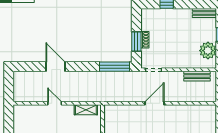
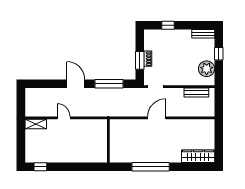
door: (55, 67) -> (76, 84), moved
window: (114, 67) -> (109, 84), moved
shelving: (86, 110) -> (36, 124), moved

